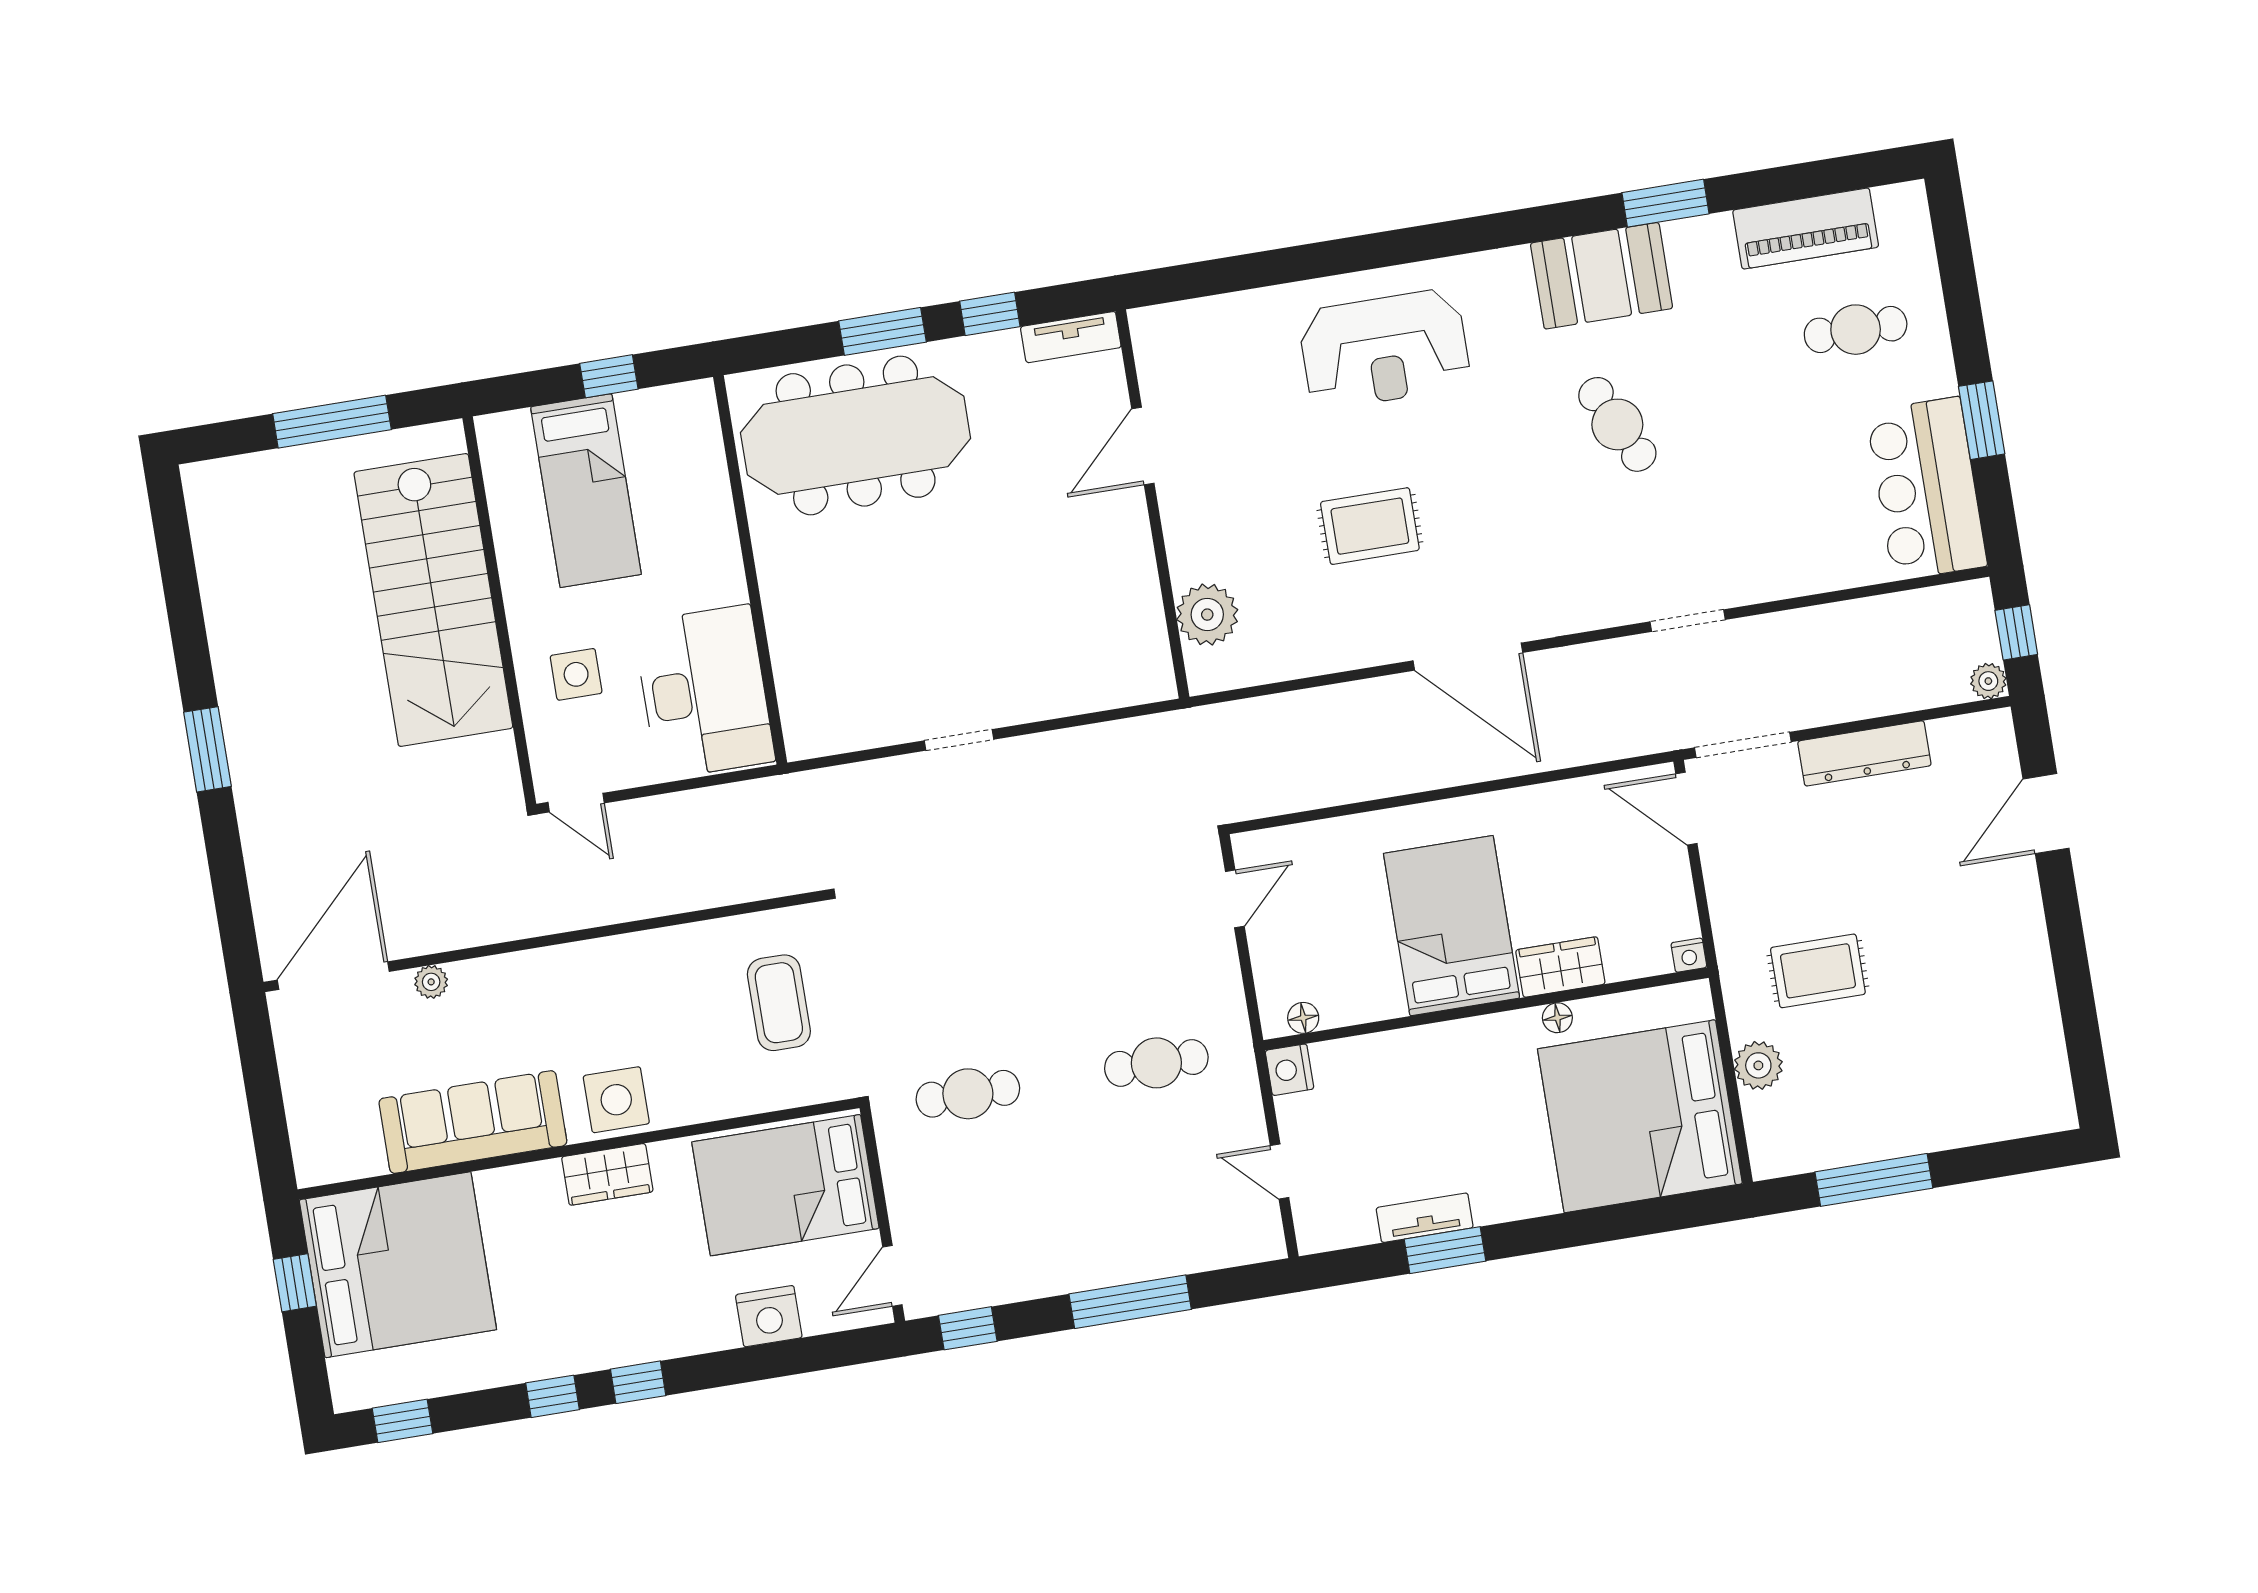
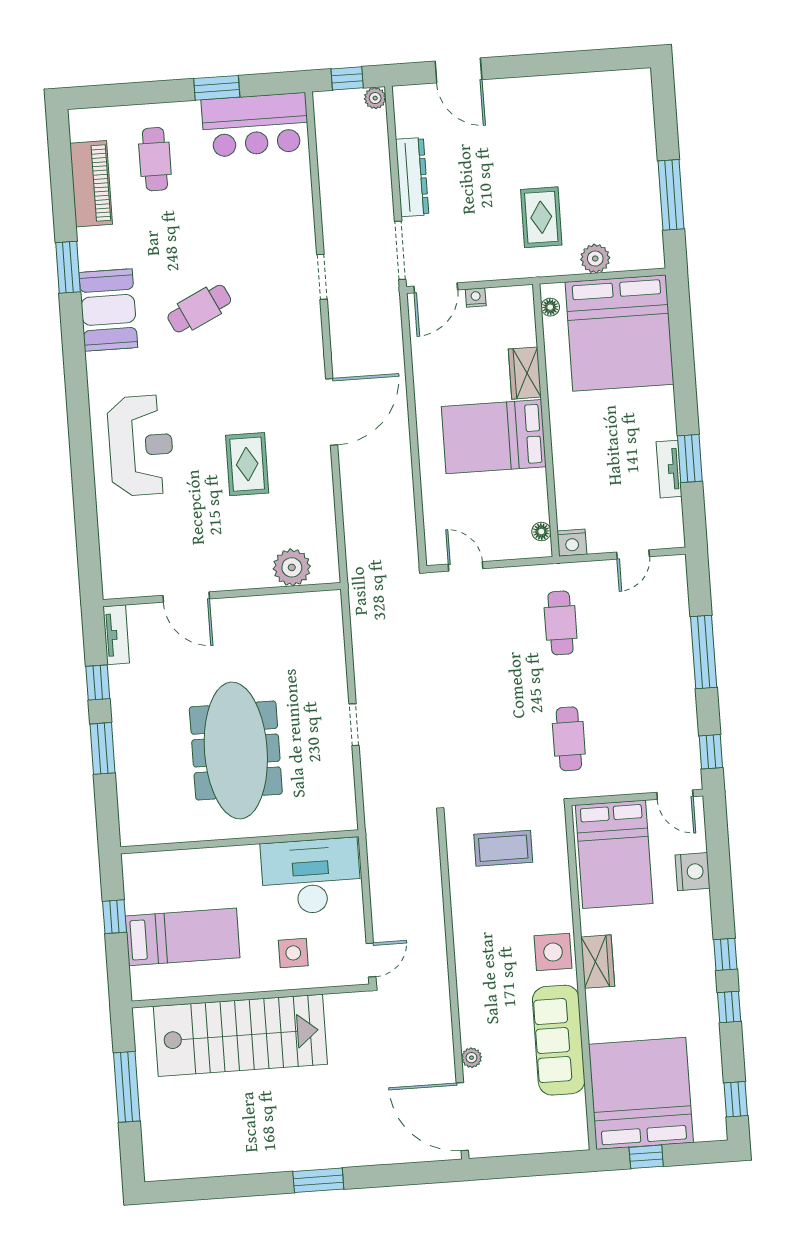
meeting table: (856, 435) -> (236, 751), moved
nightstand: (1689, 955) -> (476, 297), moved, turned -90
floor lamp: (1557, 1018) -> (550, 307), moved

